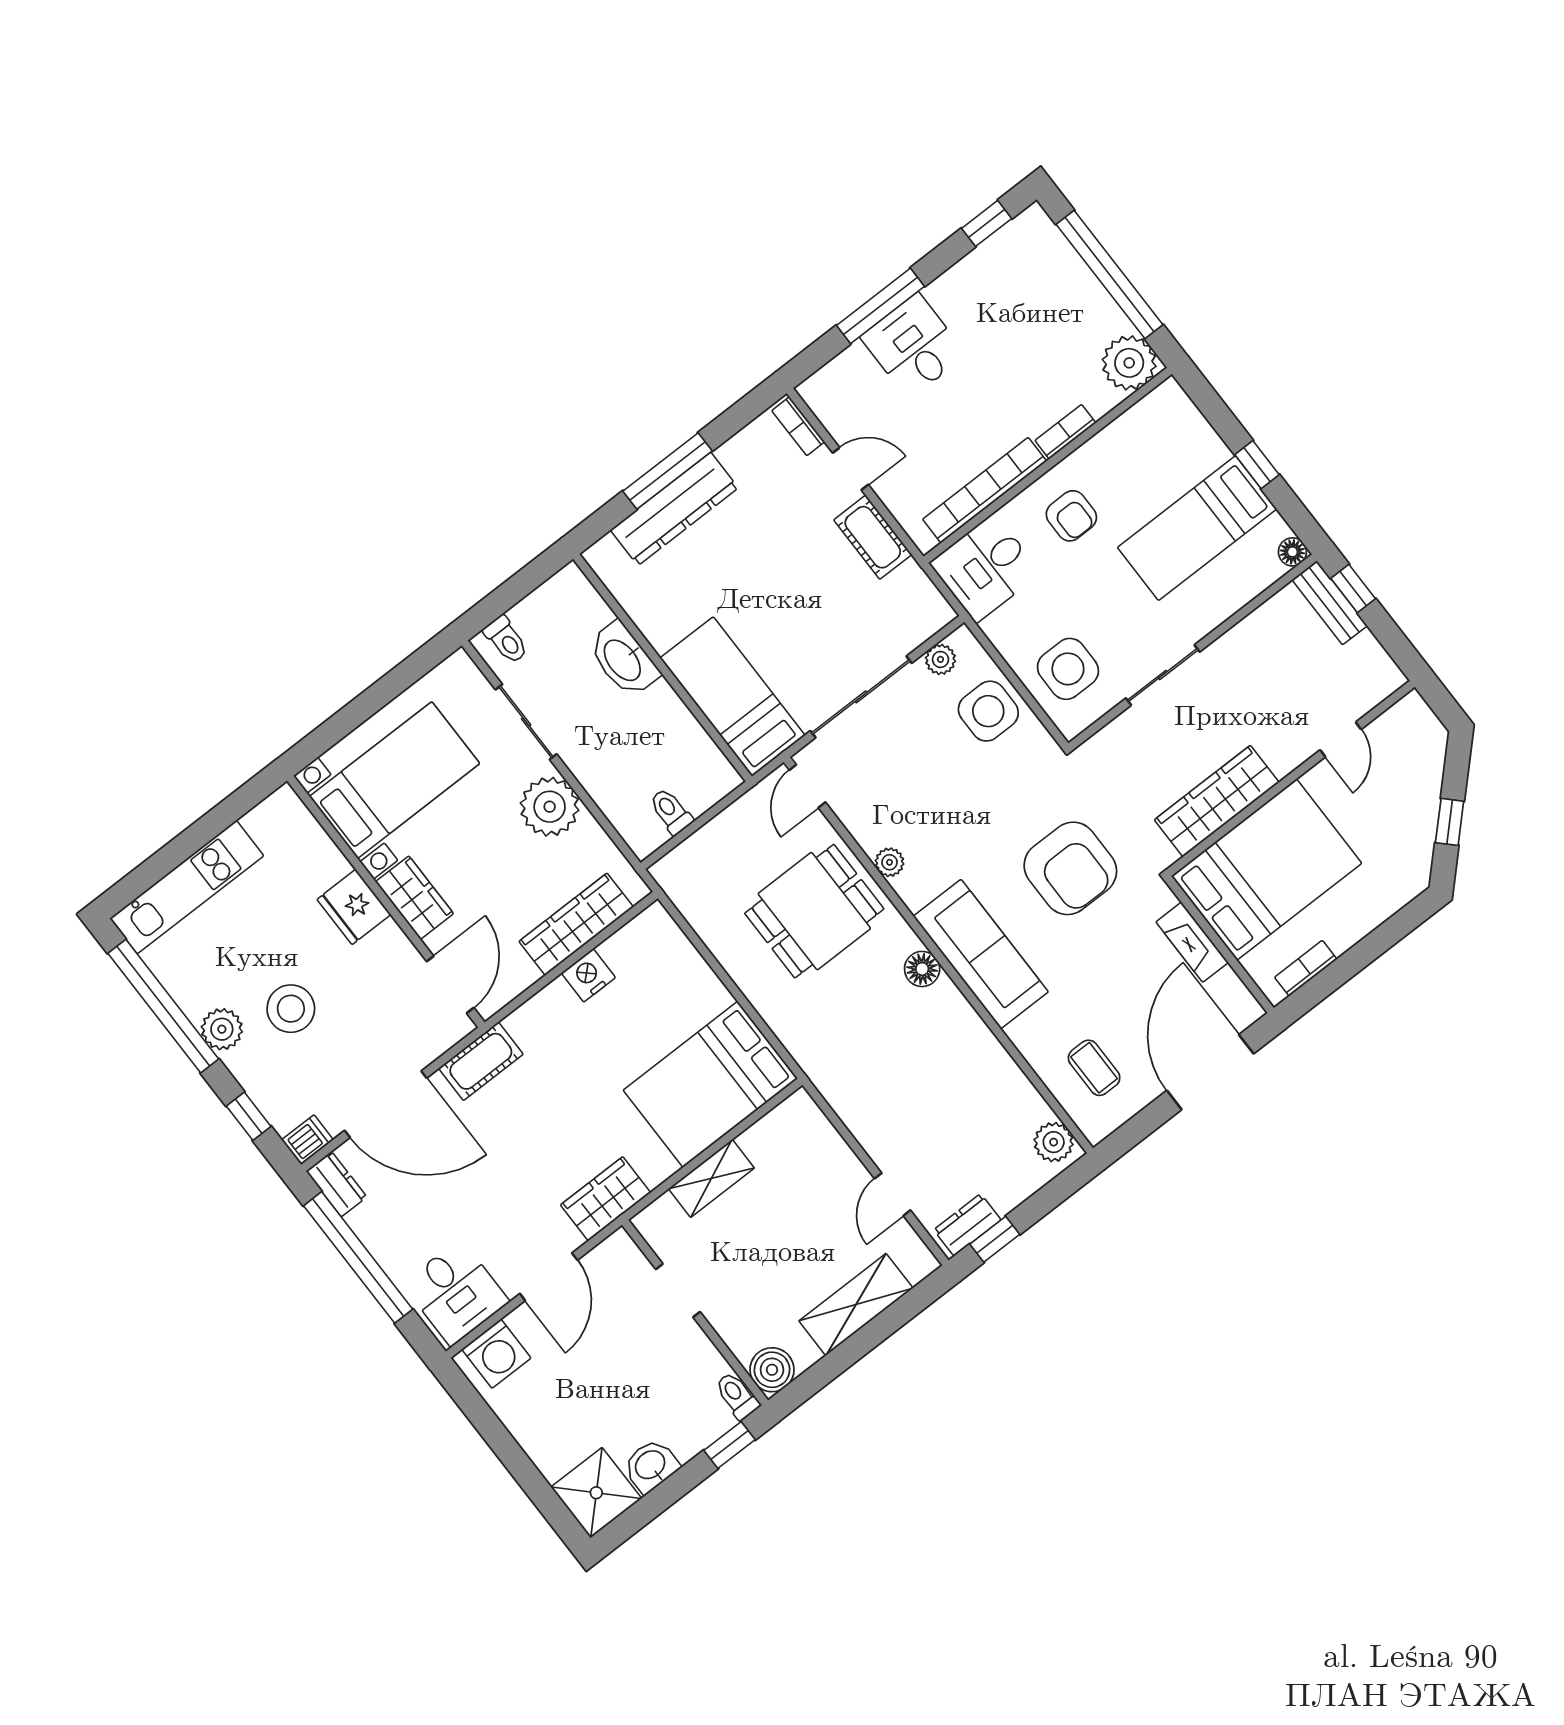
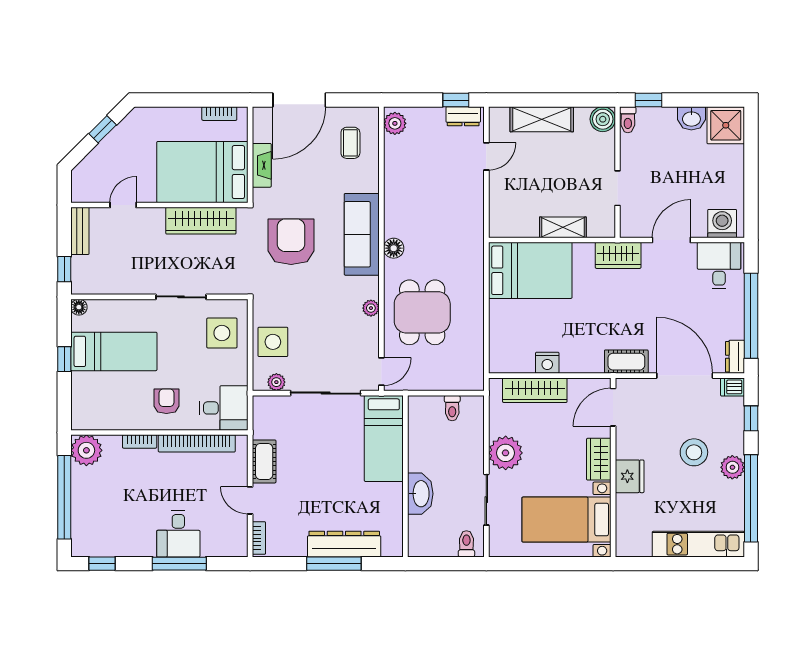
bench: (1330, 603) -> (80, 231), moved
dining table: (814, 911) -> (422, 312), turned 90

